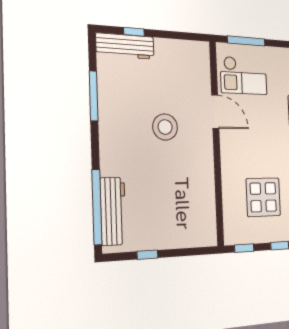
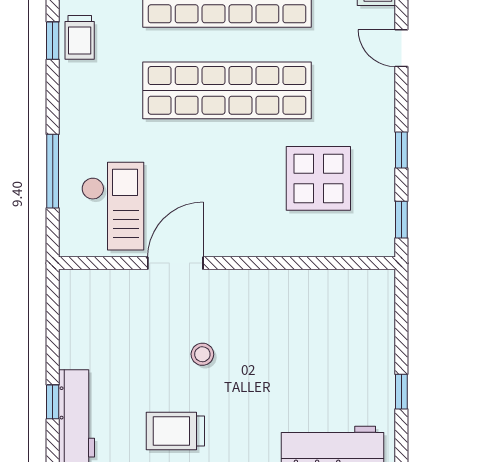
window: (246, 41) -> (53, 171), moved
trolley: (119, 109) -> (175, 431), added
stool: (165, 127) -> (202, 354), width x0.53, depth x0.53

